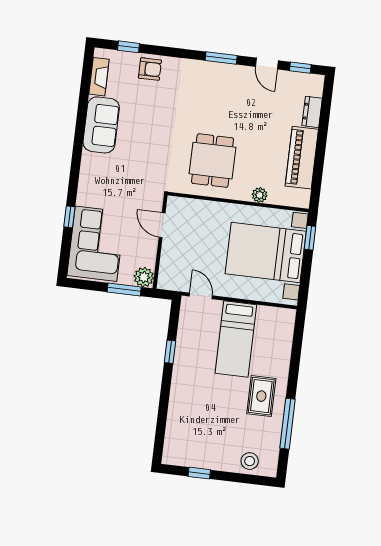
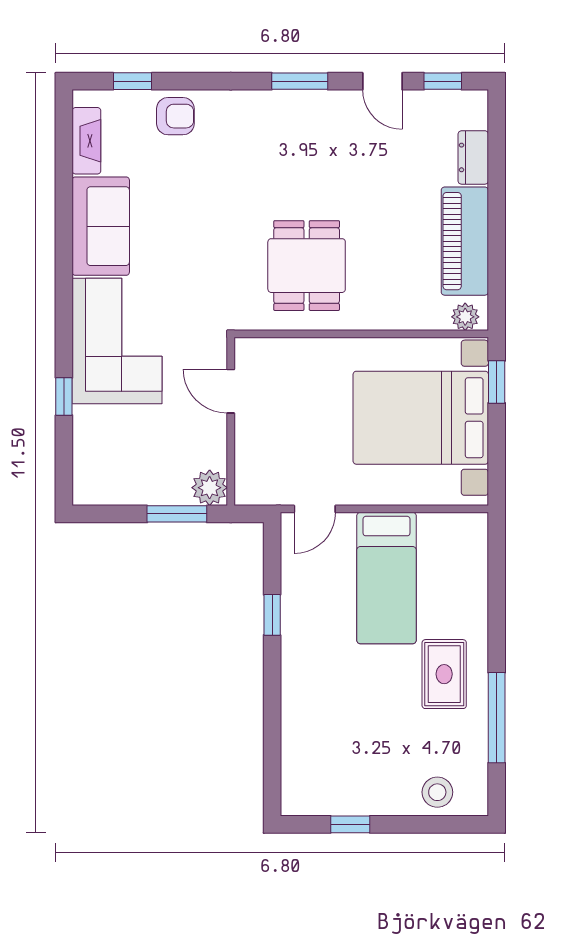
plant: (260, 195) -> (465, 317), moved
corner sofa: (96, 244) -> (117, 341), moved
door: (201, 296) -> (315, 509), swing flipped

